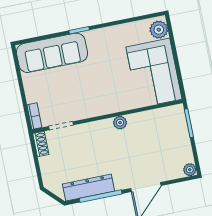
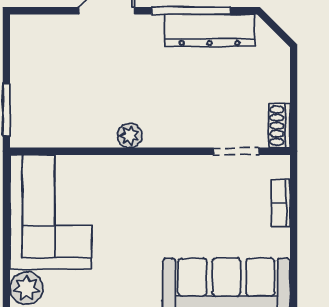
bookcase: (34, 116) -> (281, 203), moved
plant: (190, 170) -> (21, 26), removed

